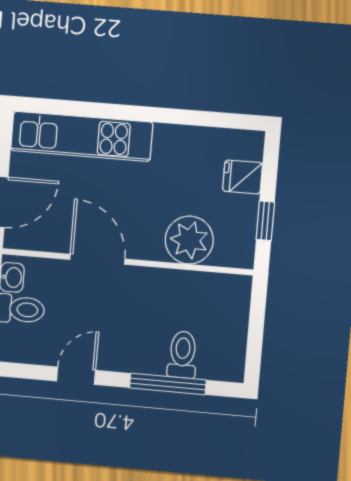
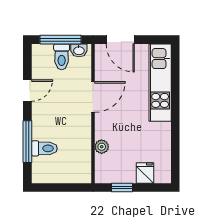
plant: (189, 240) -> (102, 147), width x0.53, depth x0.53
door: (76, 376) -> (27, 90), hinge flipped

